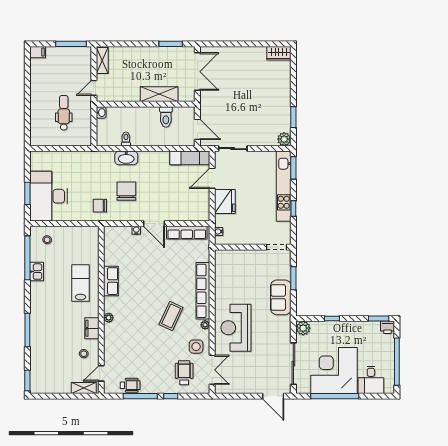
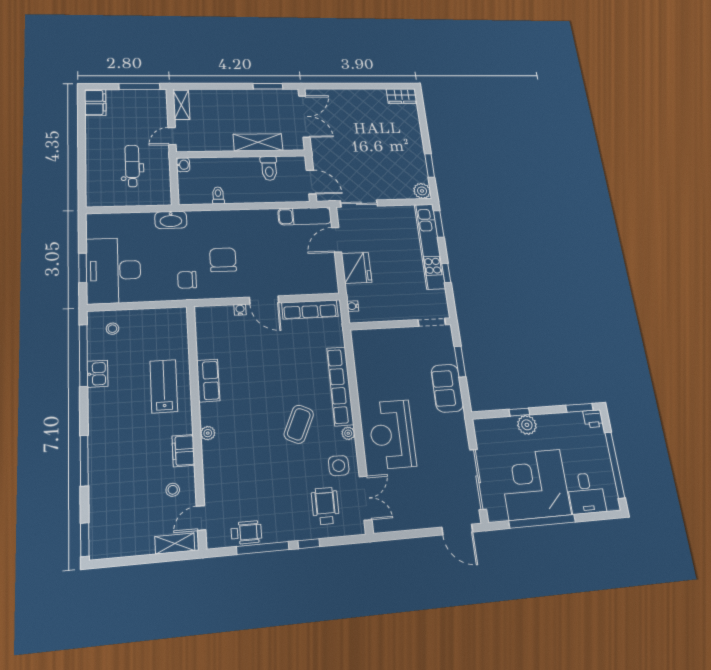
filing cabinet: (38, 52) -> (95, 102), width x2.00
washbasin: (126, 158) -> (171, 220), moved
plant: (303, 328) -> (527, 425), moved

